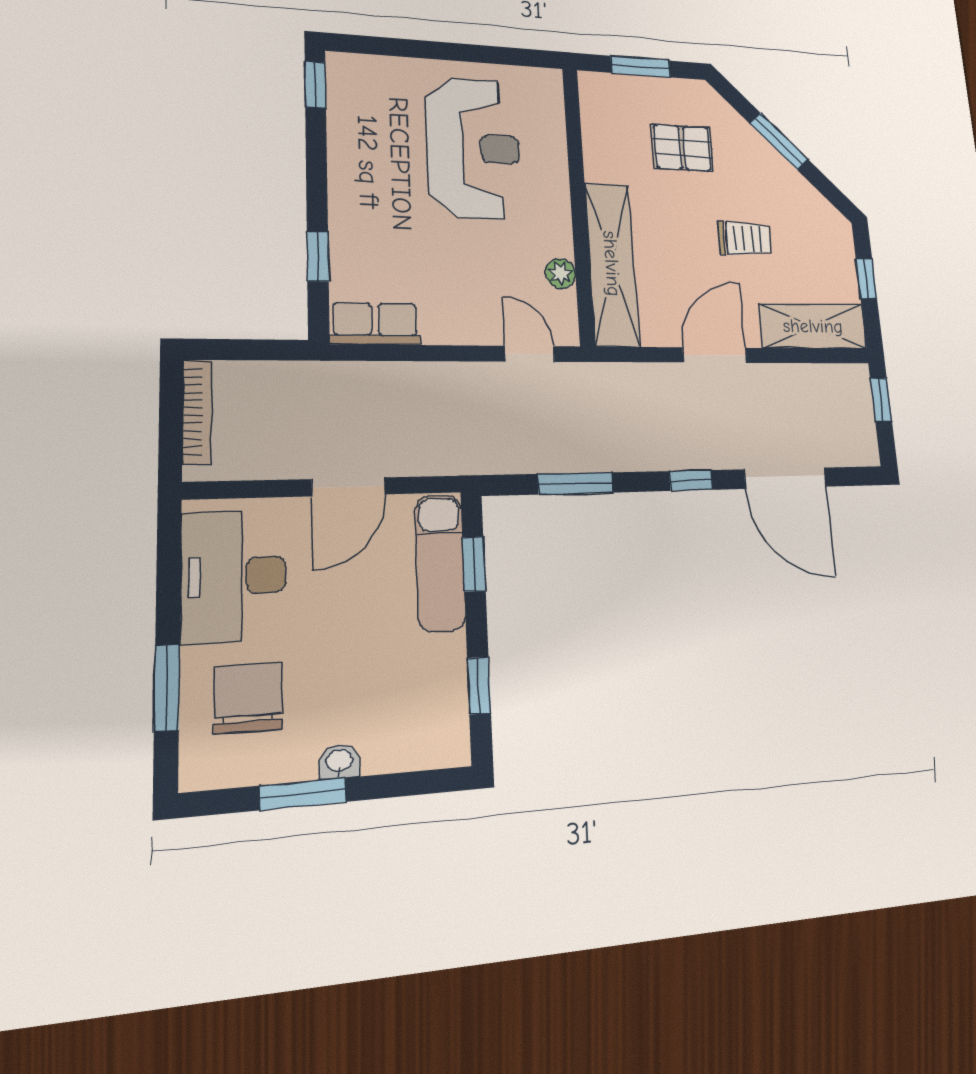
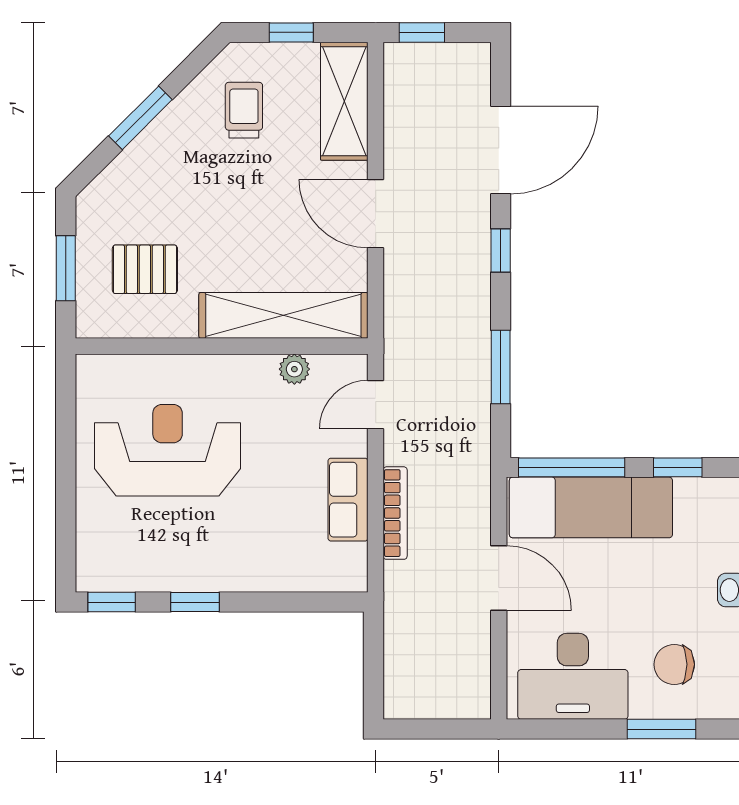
pallet: (682, 148) -> (145, 269), moved, turned 90
trolley: (745, 239) -> (244, 110), moved
window: (318, 256) -> (195, 602), moved
row of seats: (375, 324) -> (348, 500), moved
bookcase: (197, 412) -> (395, 513), moved, turned 90
exam couch: (440, 563) -> (591, 507), width x1.36, depth x1.45
window: (474, 564) -> (572, 467), width x2.17
chair: (248, 698) -> (674, 664), width x0.73, depth x0.73

